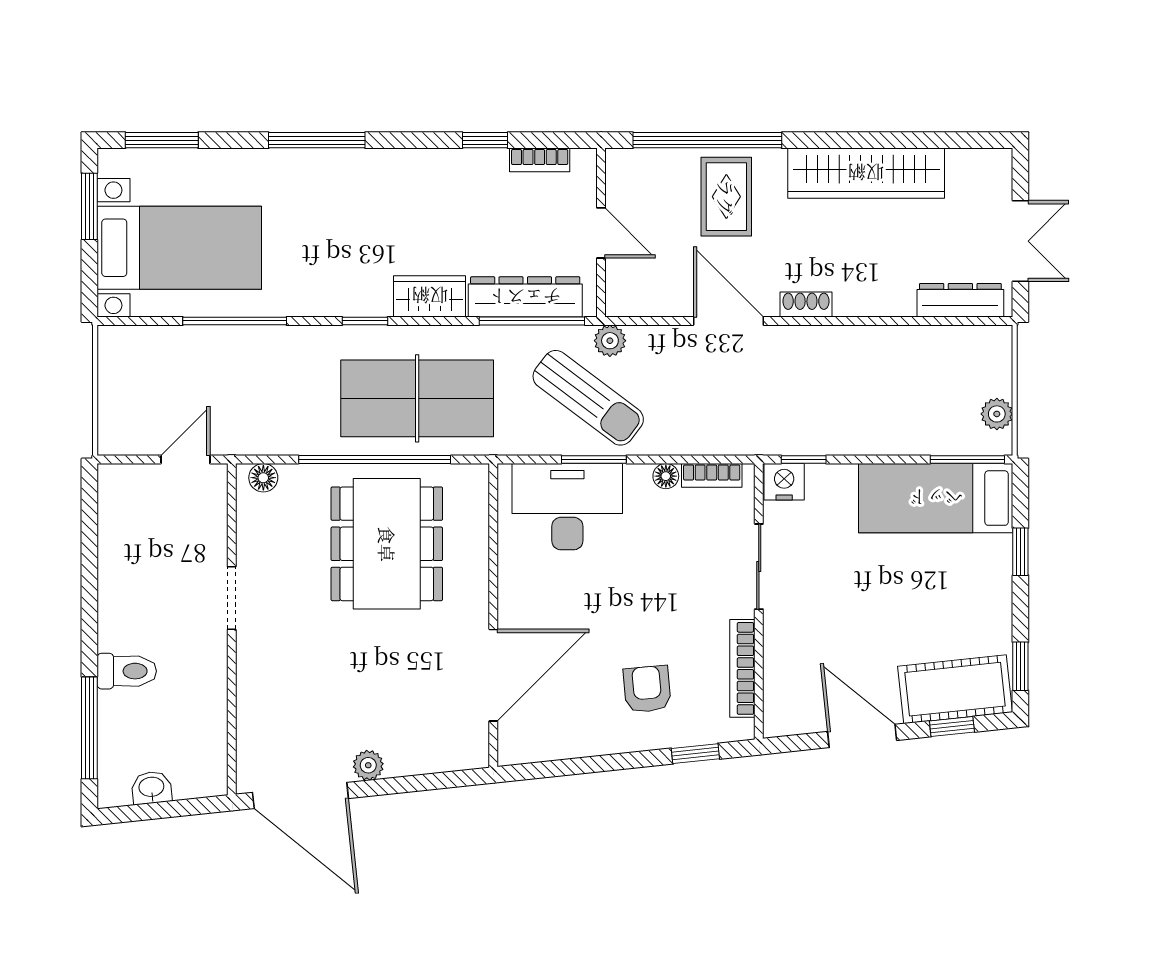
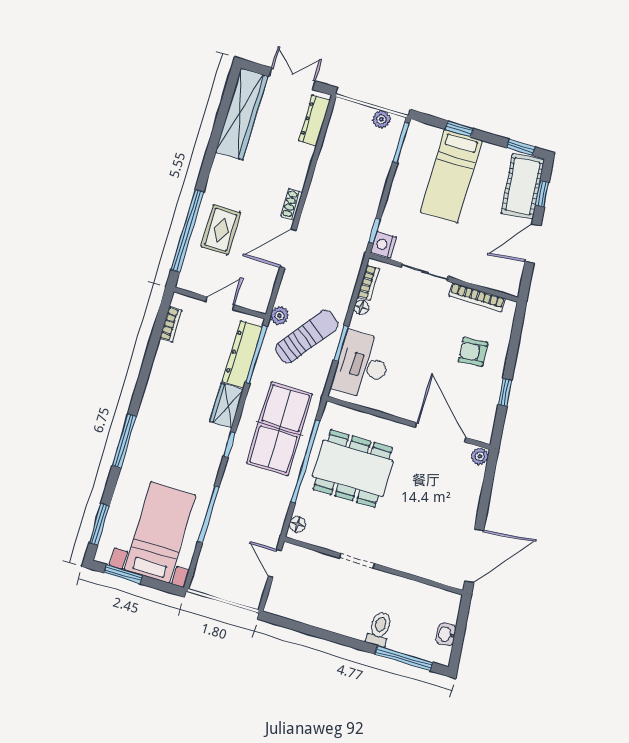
window: (485, 140) -> (151, 351), removed
wardrobe: (866, 173) -> (242, 114), moved
rug: (726, 197) -> (221, 230), turned 90
bed: (936, 498) -> (451, 176), moved
window: (695, 754) -> (505, 392), moved
plant: (368, 765) -> (480, 456), moved

